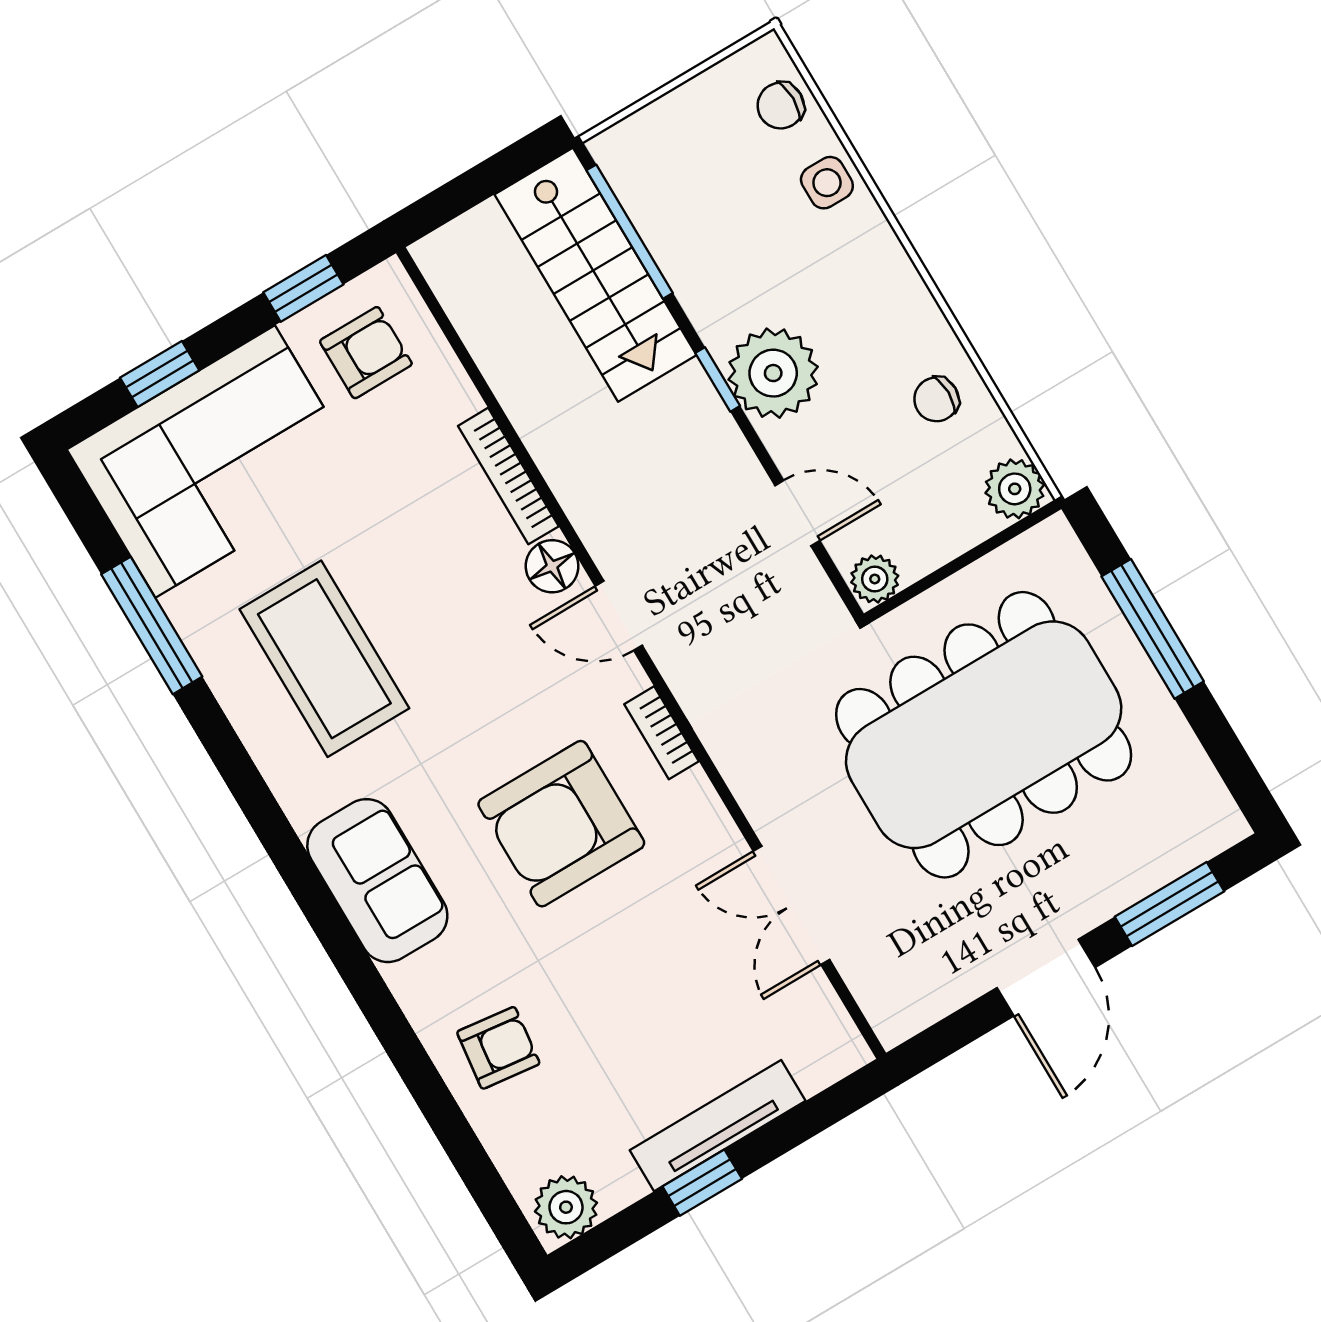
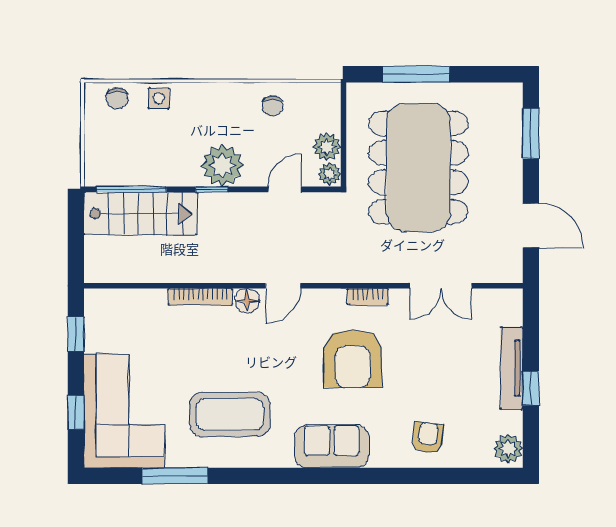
armchair: (366, 353) -> (117, 324), removed
plant: (1015, 489) -> (327, 147), moved
bookcase: (662, 733) -> (368, 297), moved
door: (1046, 978) -> (531, 226), moved

